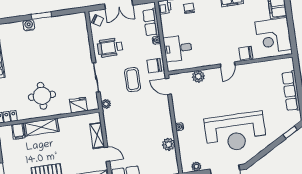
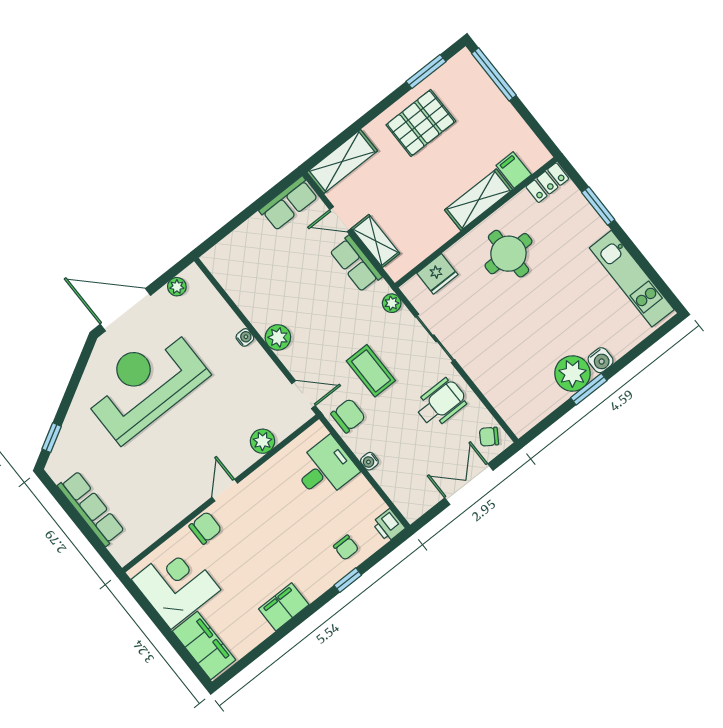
row of seats: (151, 22) -> (356, 264), moved, turned 180
plant: (45, 27) -> (572, 373), added
plant: (169, 144) -> (278, 337), moved

